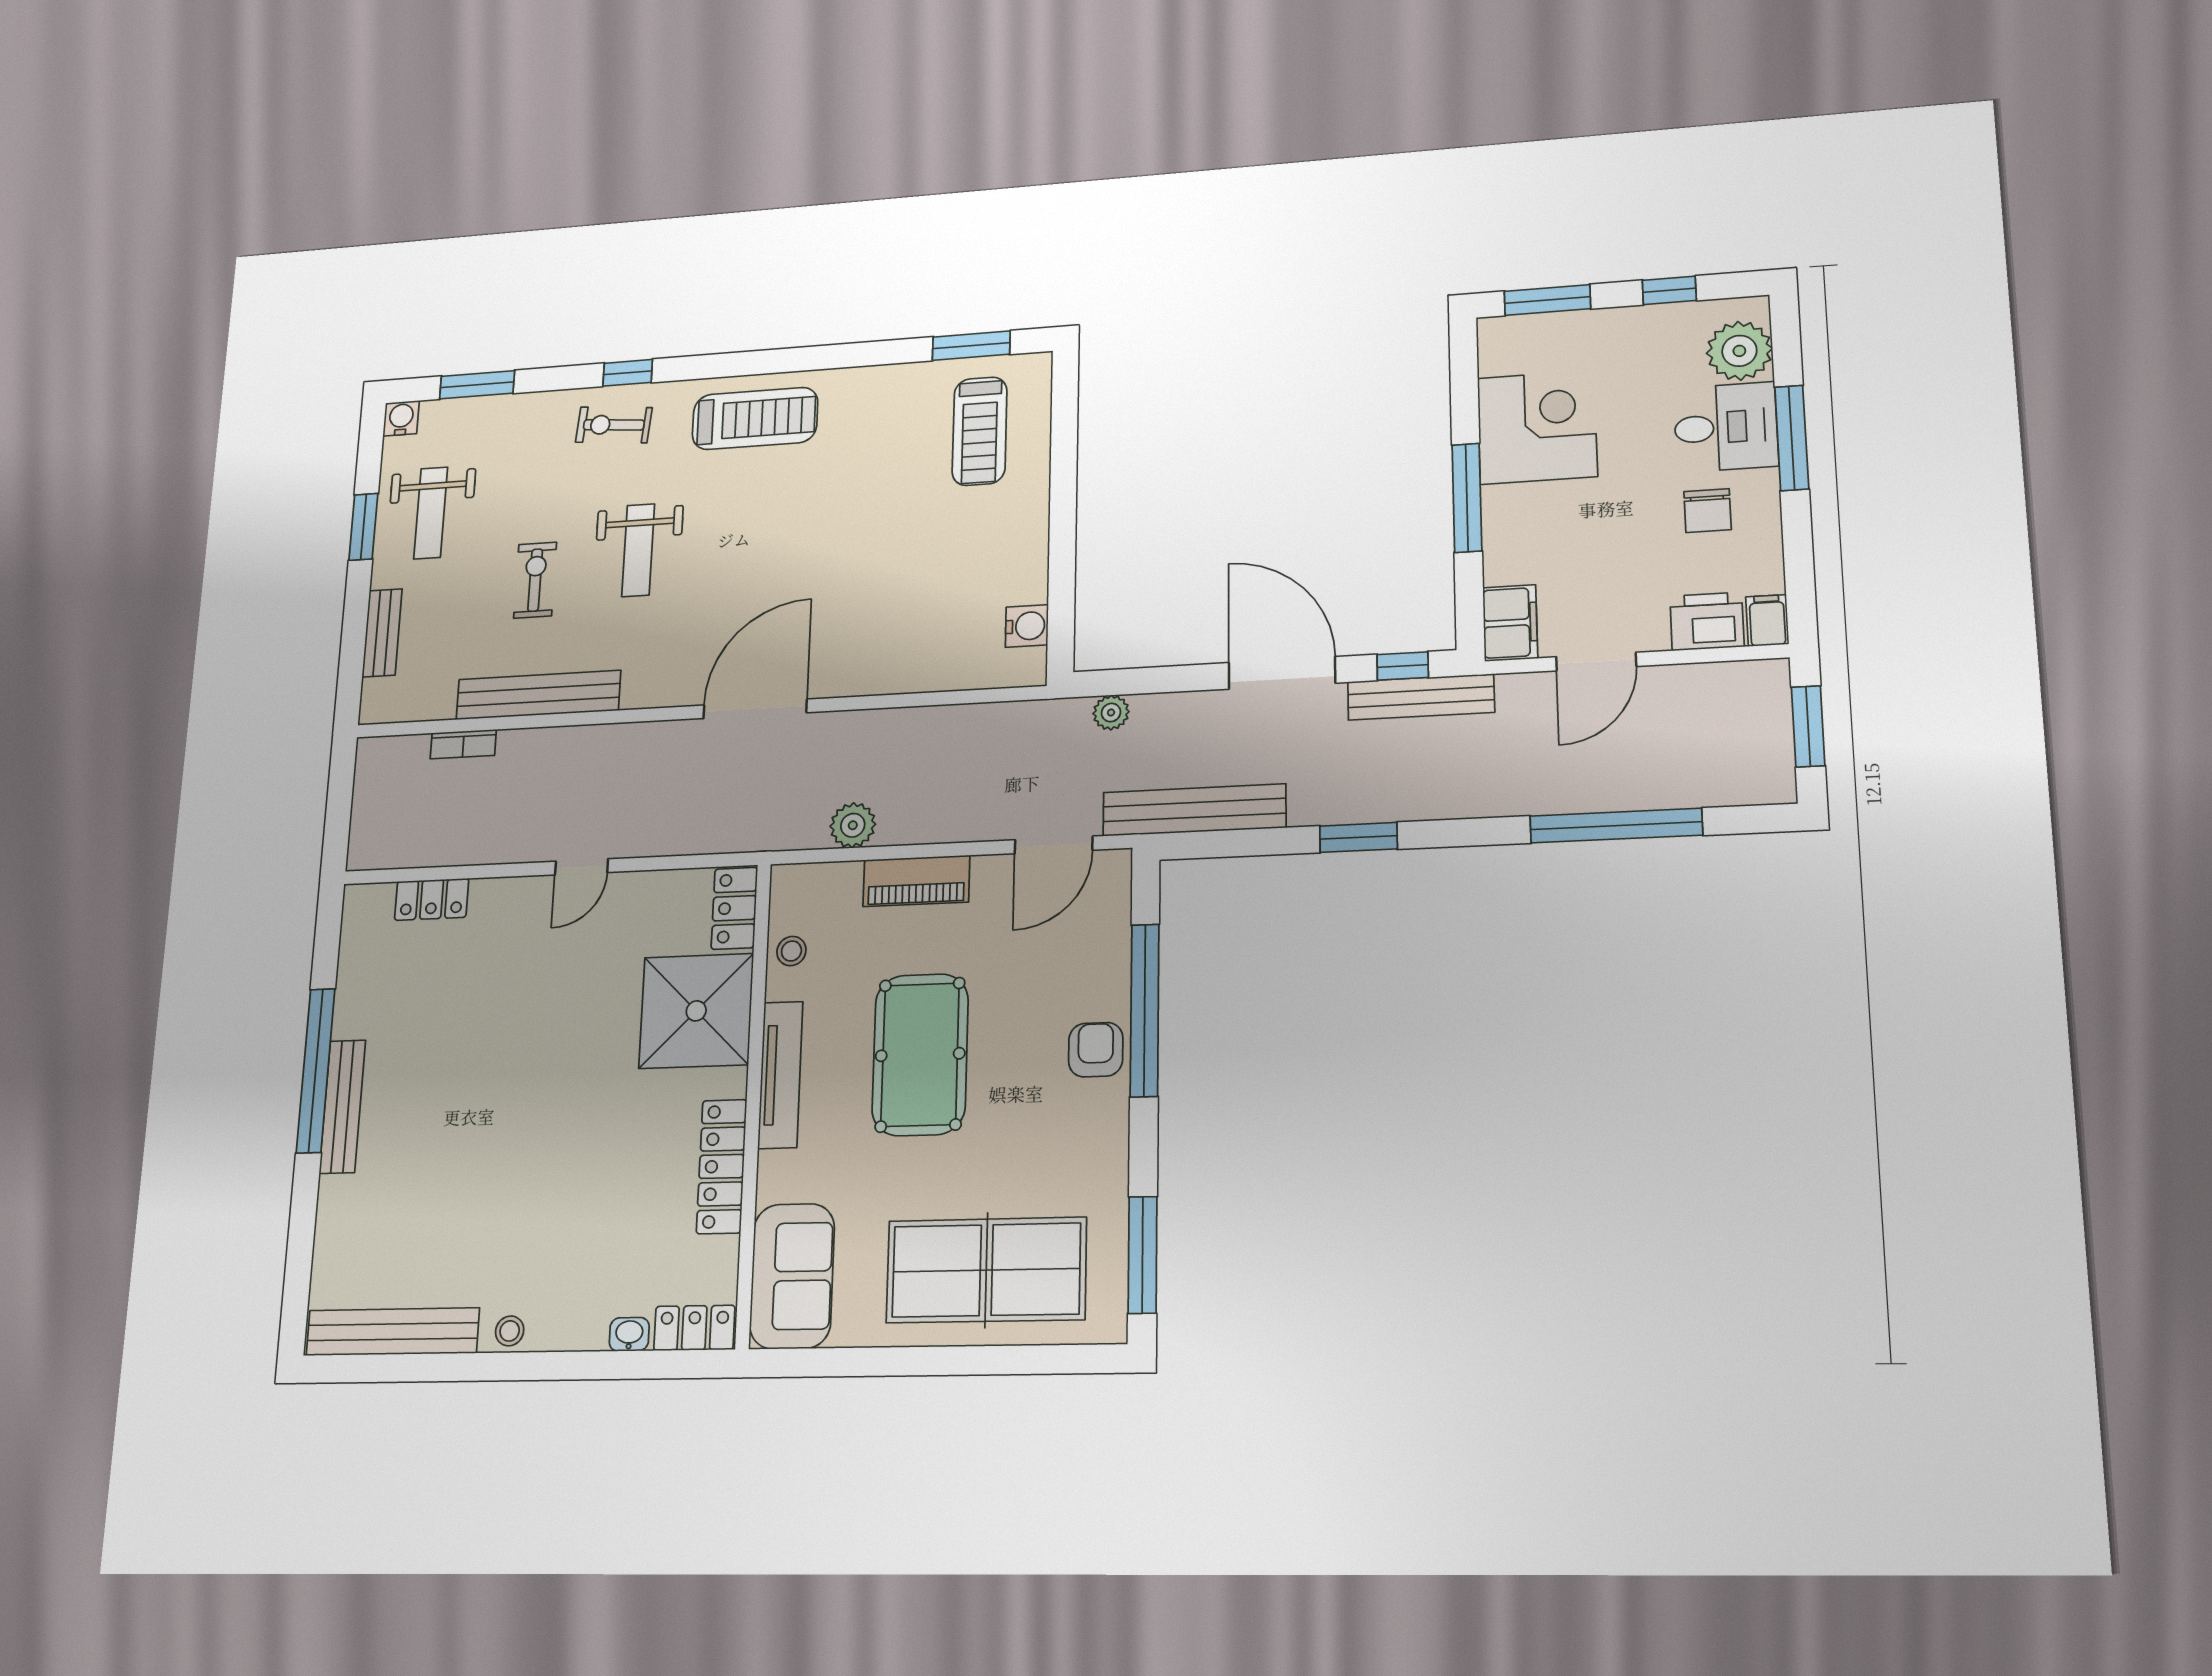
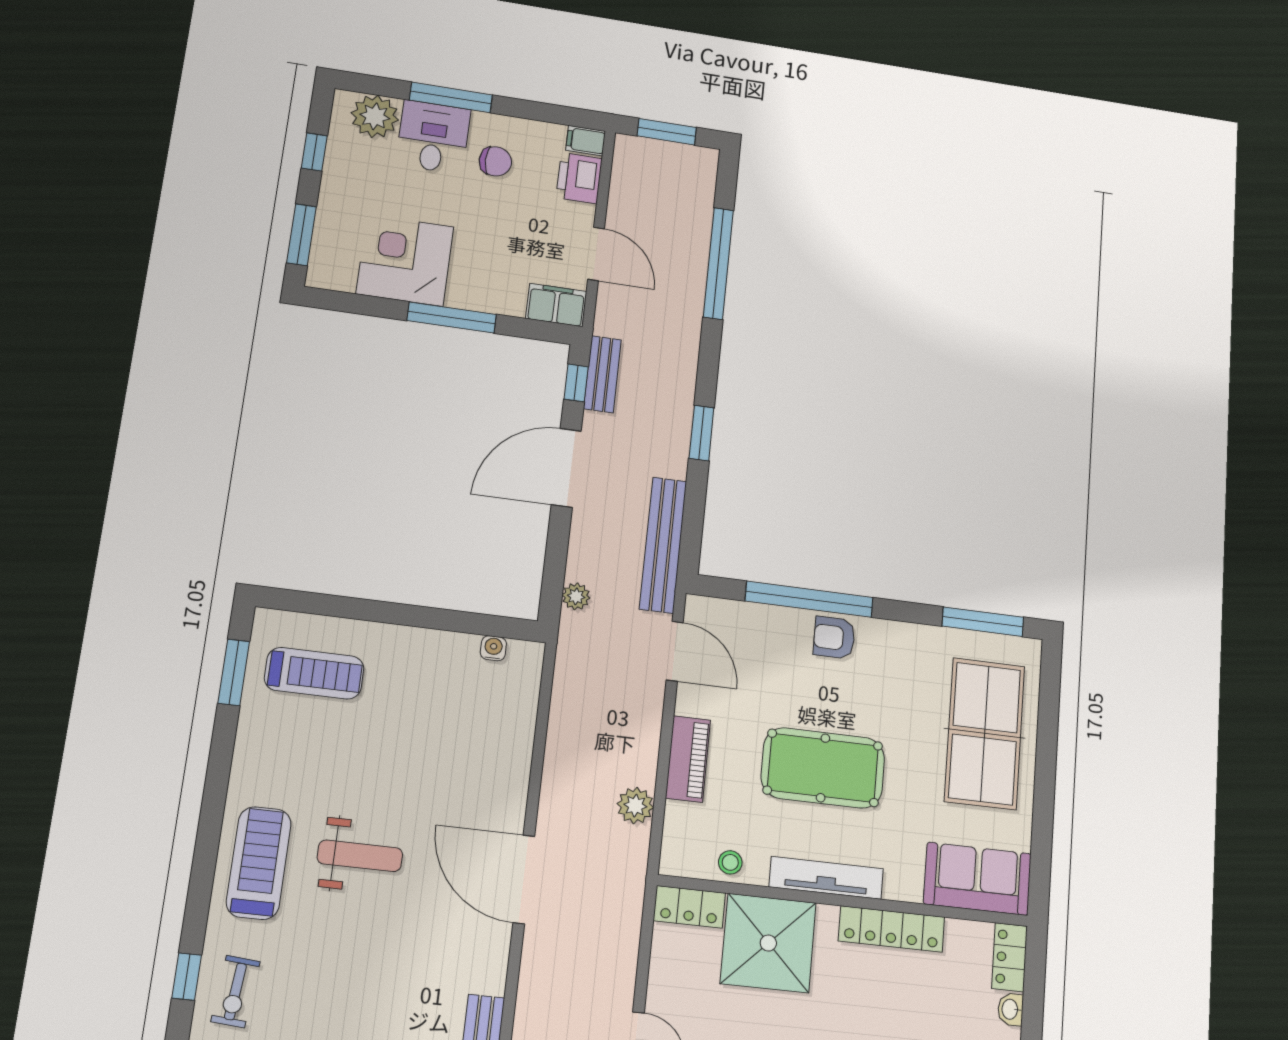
weight bench: (638, 550) -> (360, 856), moved
water cooler: (1027, 626) -> (493, 648), width x0.72, depth x0.72
bench: (1421, 697) -> (602, 374), width x0.73

